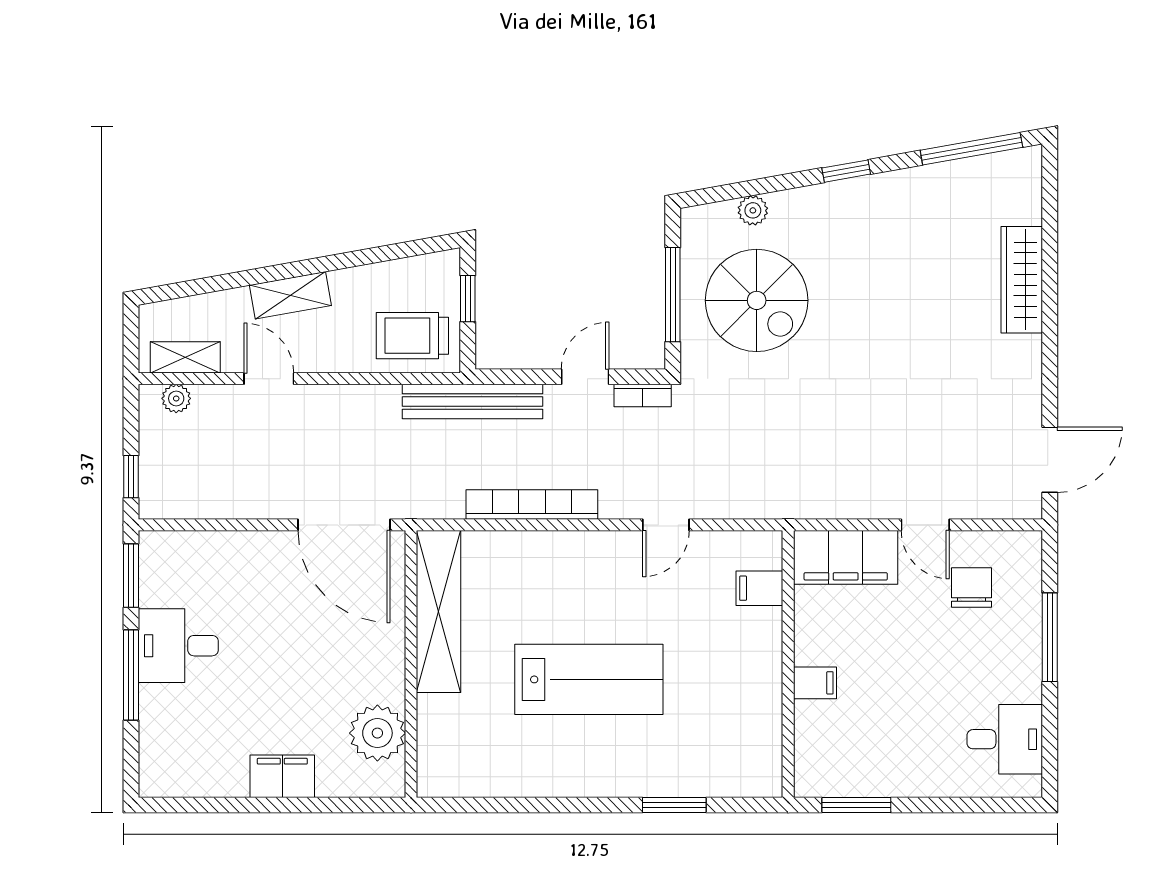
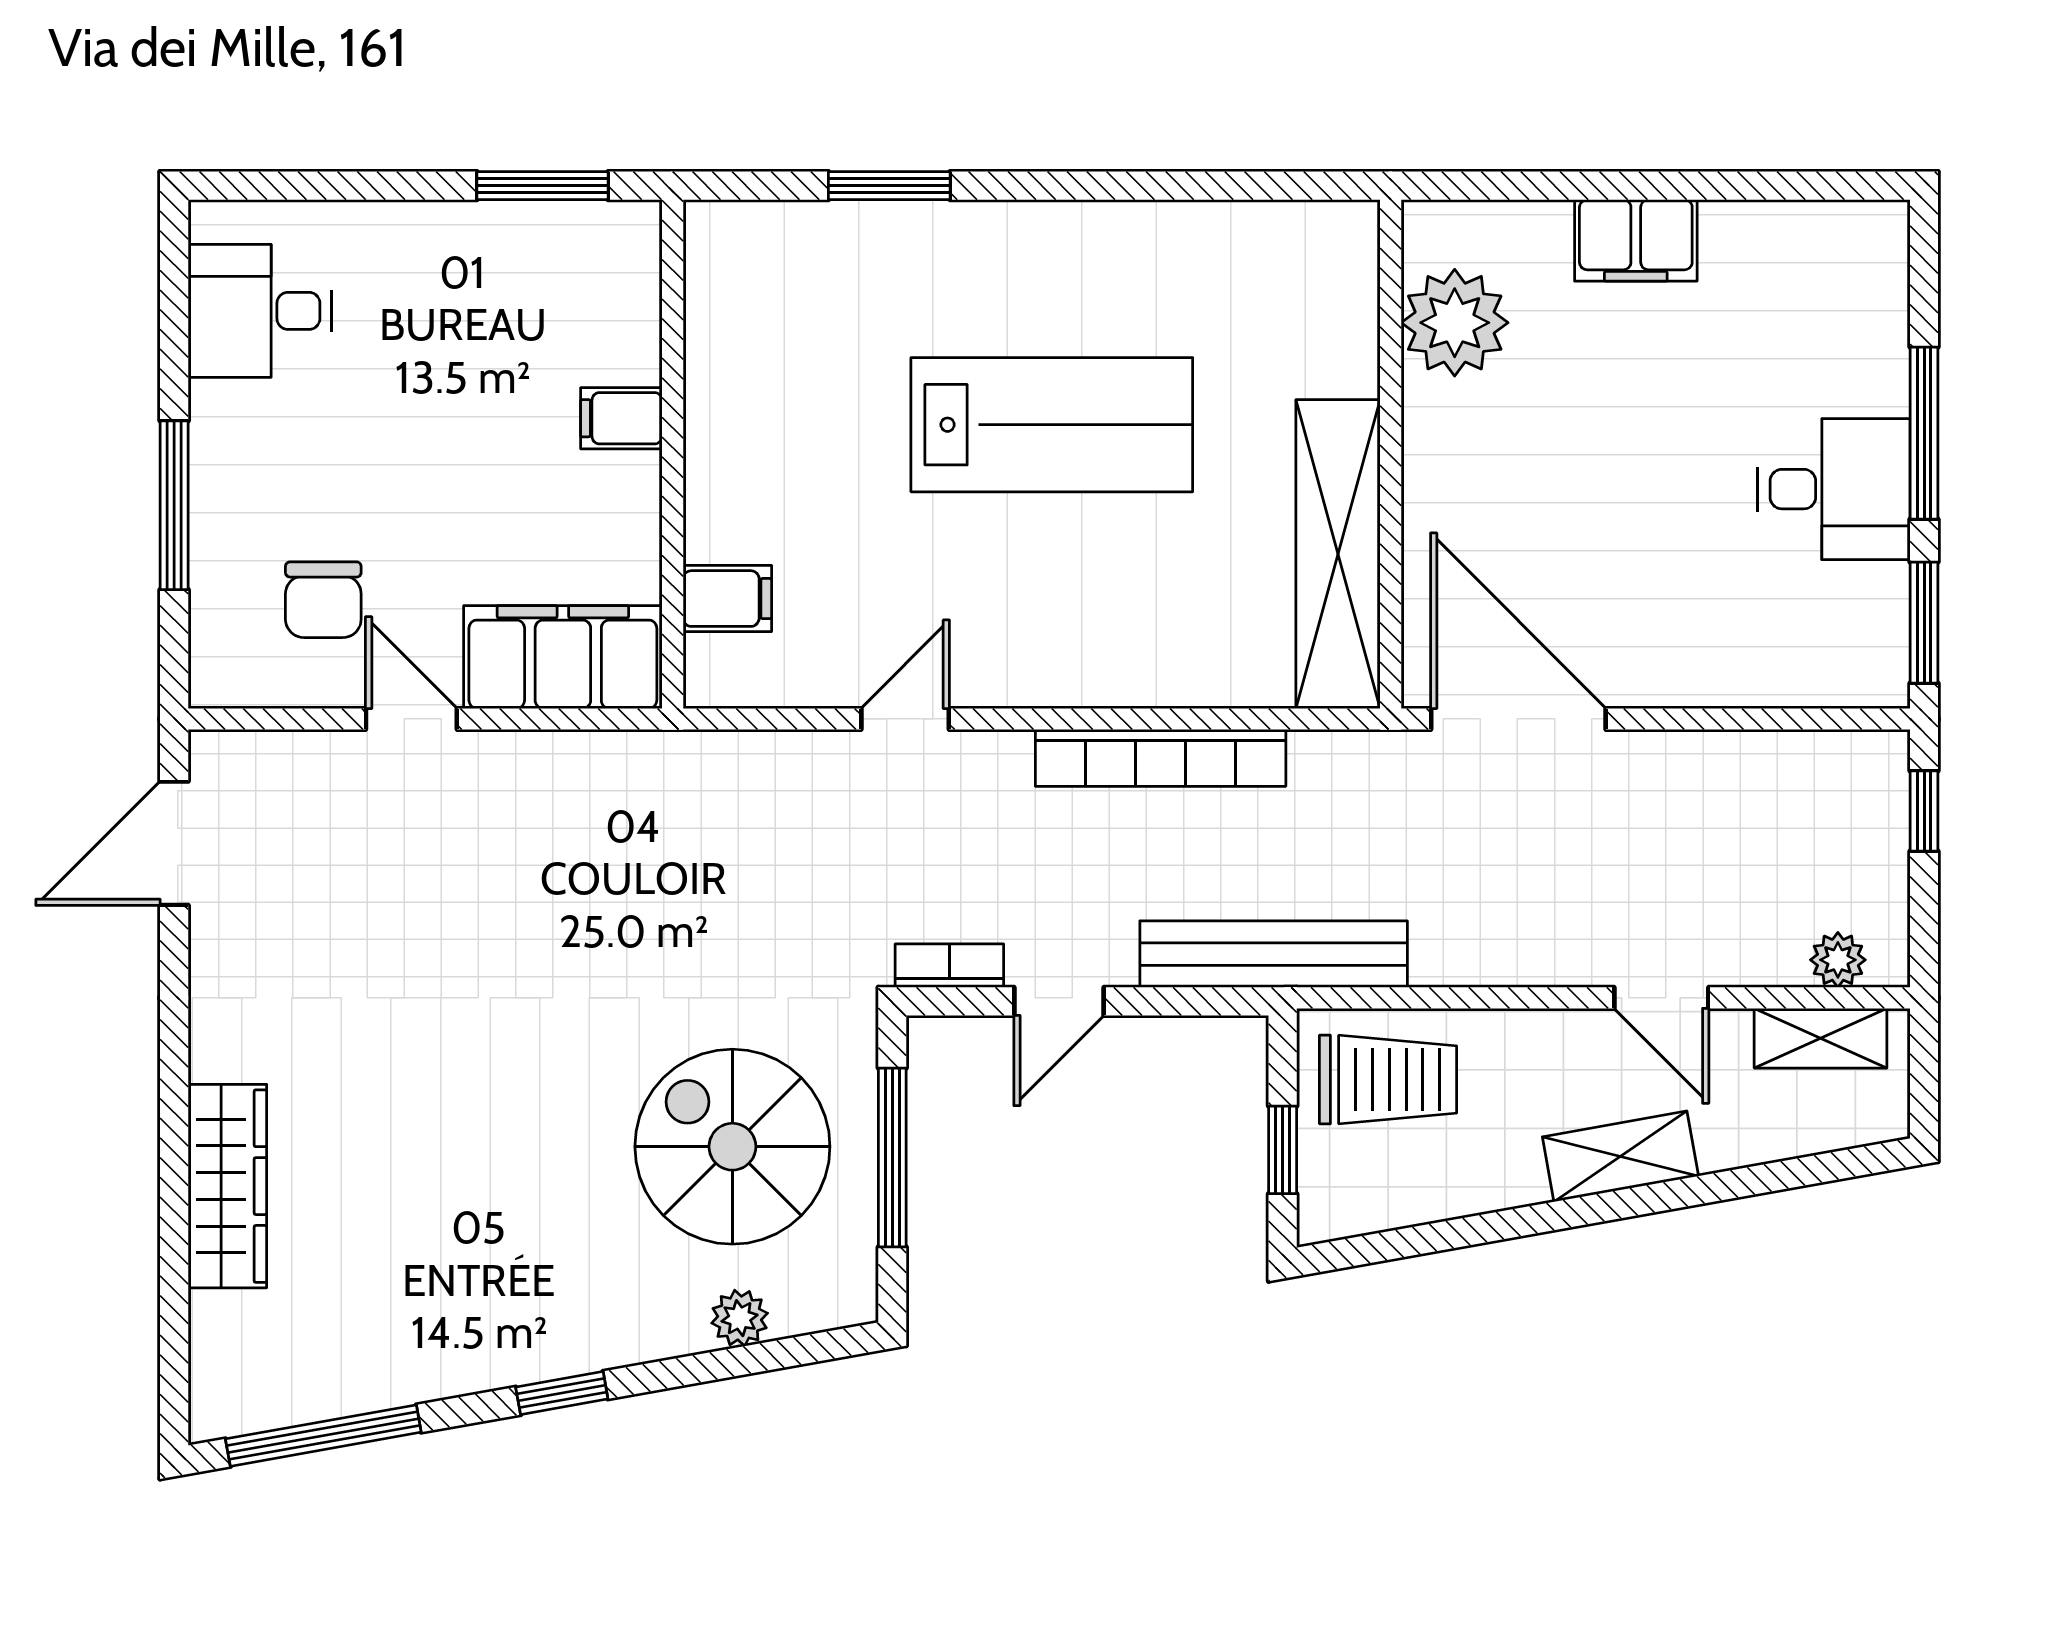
lab bench: (589, 679) -> (1052, 425), turned 180

